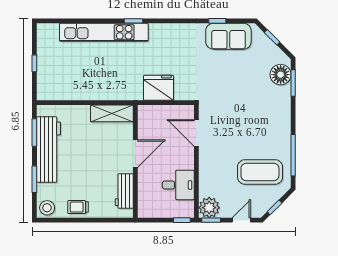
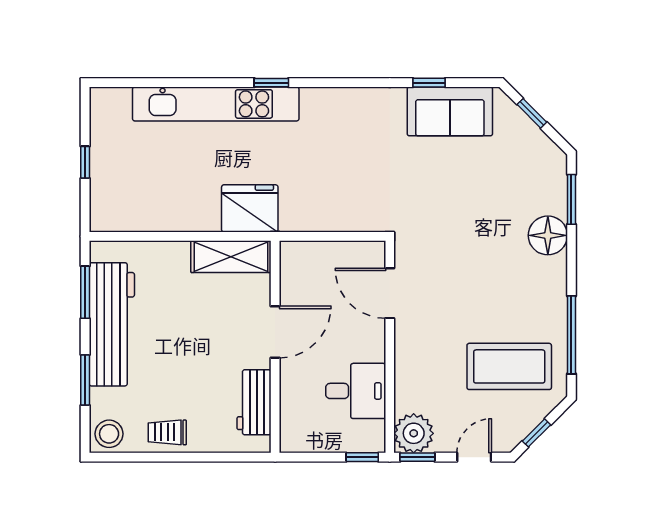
floor lamp: (281, 75) -> (548, 235), moved
fridge: (159, 88) -> (250, 208), moved

